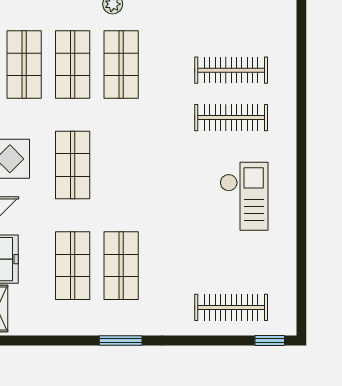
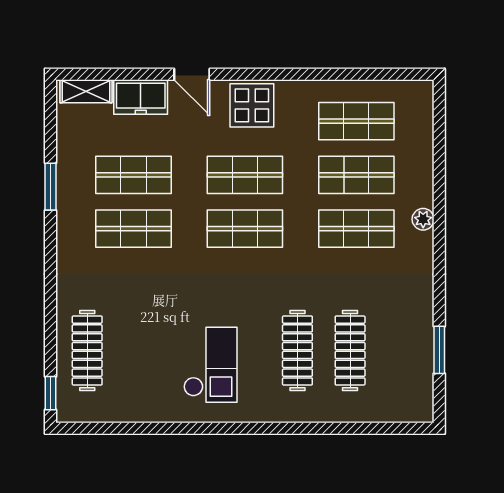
shop shelf: (121, 165) -> (245, 229), added
checkout: (244, 196) -> (210, 365), turned -90
window: (121, 341) -> (50, 187), moved

